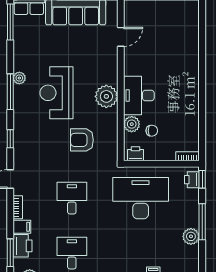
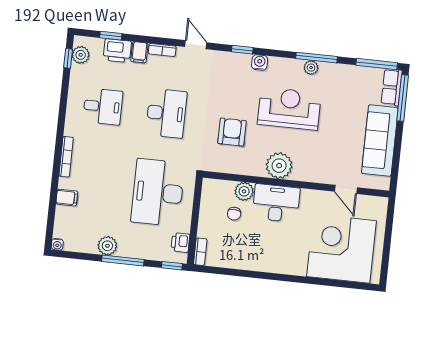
corner desk: (172, 35) -> (342, 249), added
window: (10, 92) -> (316, 58), moved
water cooler: (20, 123) -> (260, 62), added
printer: (135, 154) -> (210, 192), removed
printer: (192, 180) -> (180, 243), moved, turned -90
desk: (72, 198) -> (166, 113), width x1.37
desk: (141, 198) -> (158, 192), turned 180
window: (10, 253) -> (111, 36), width x0.67

